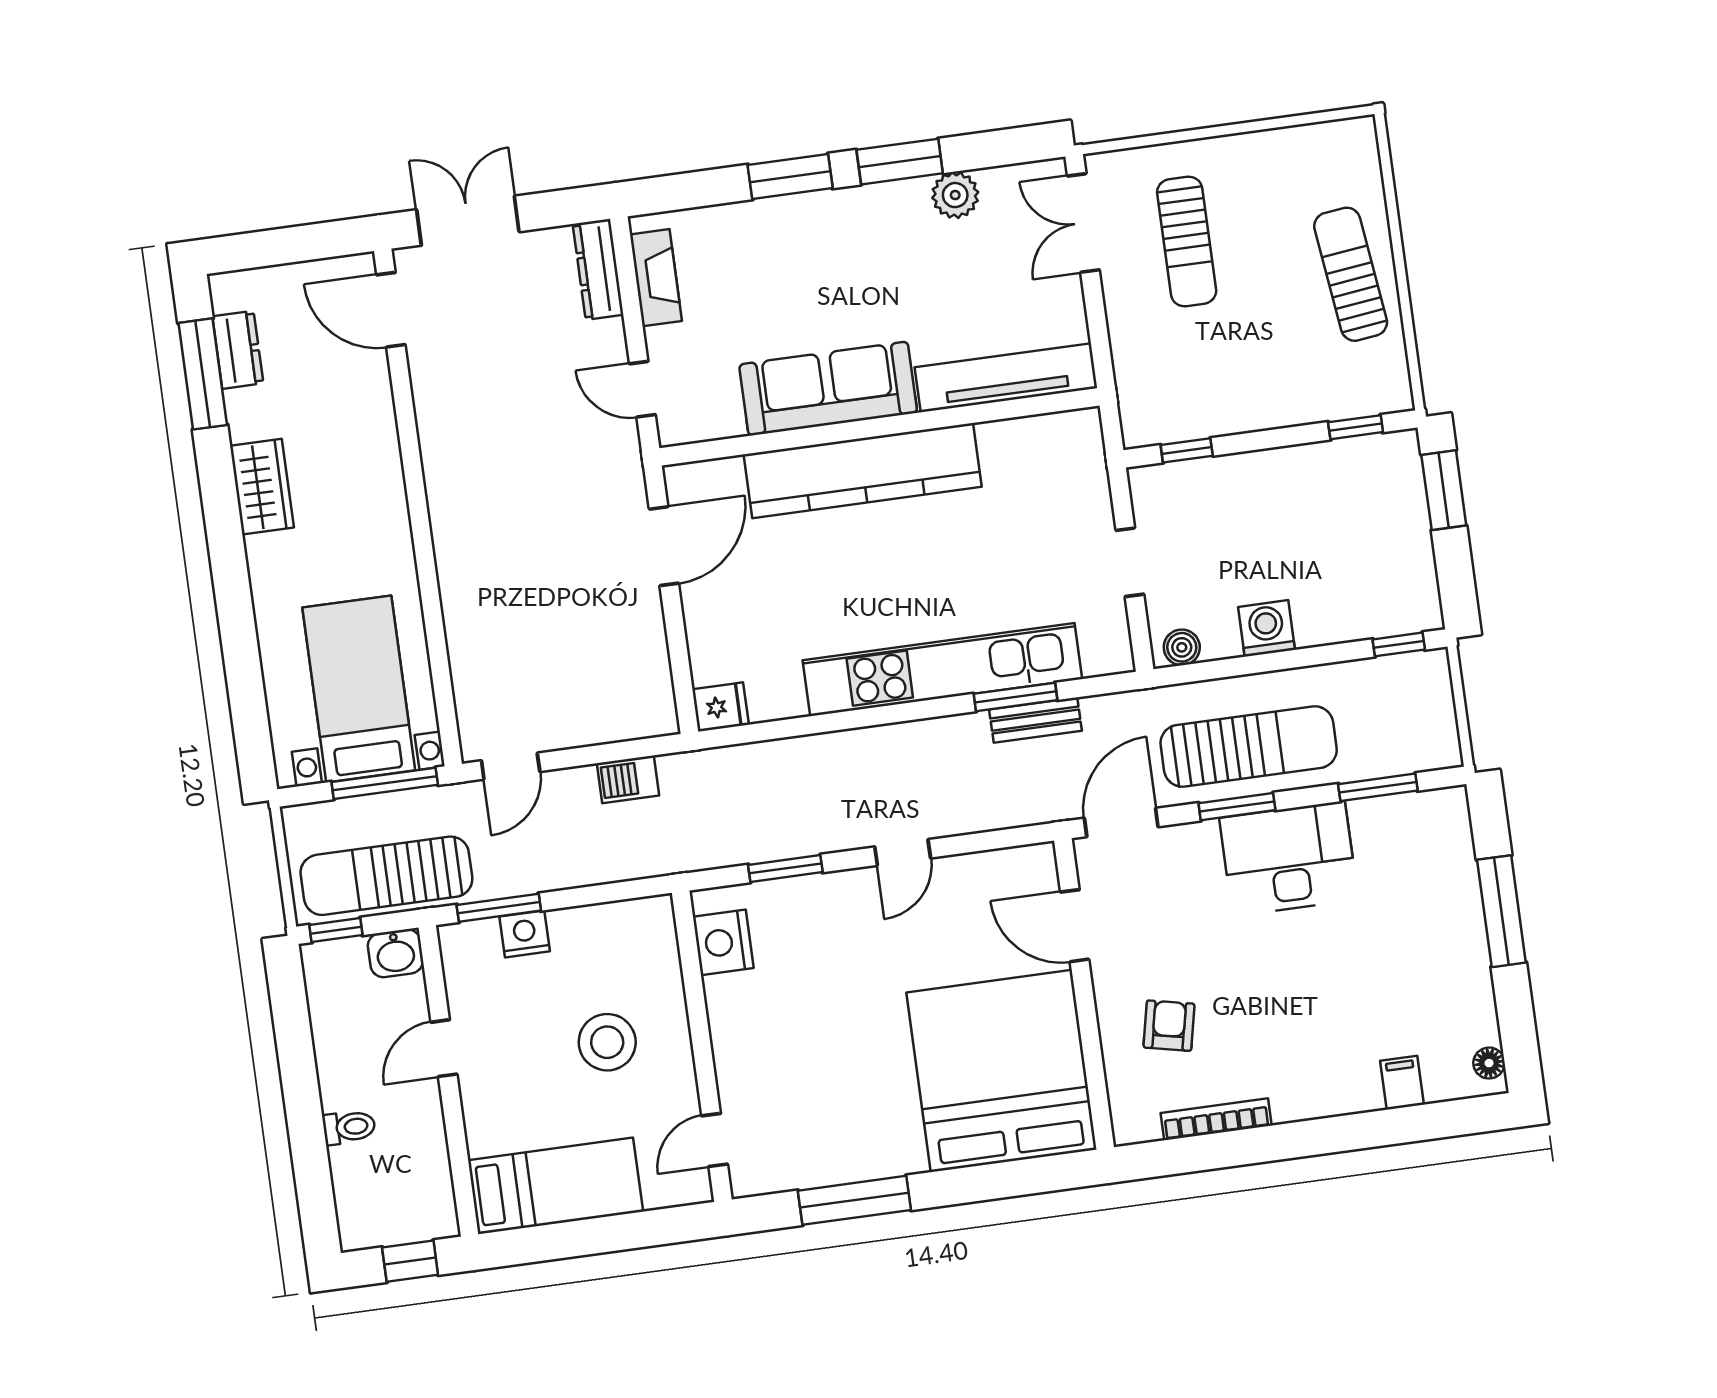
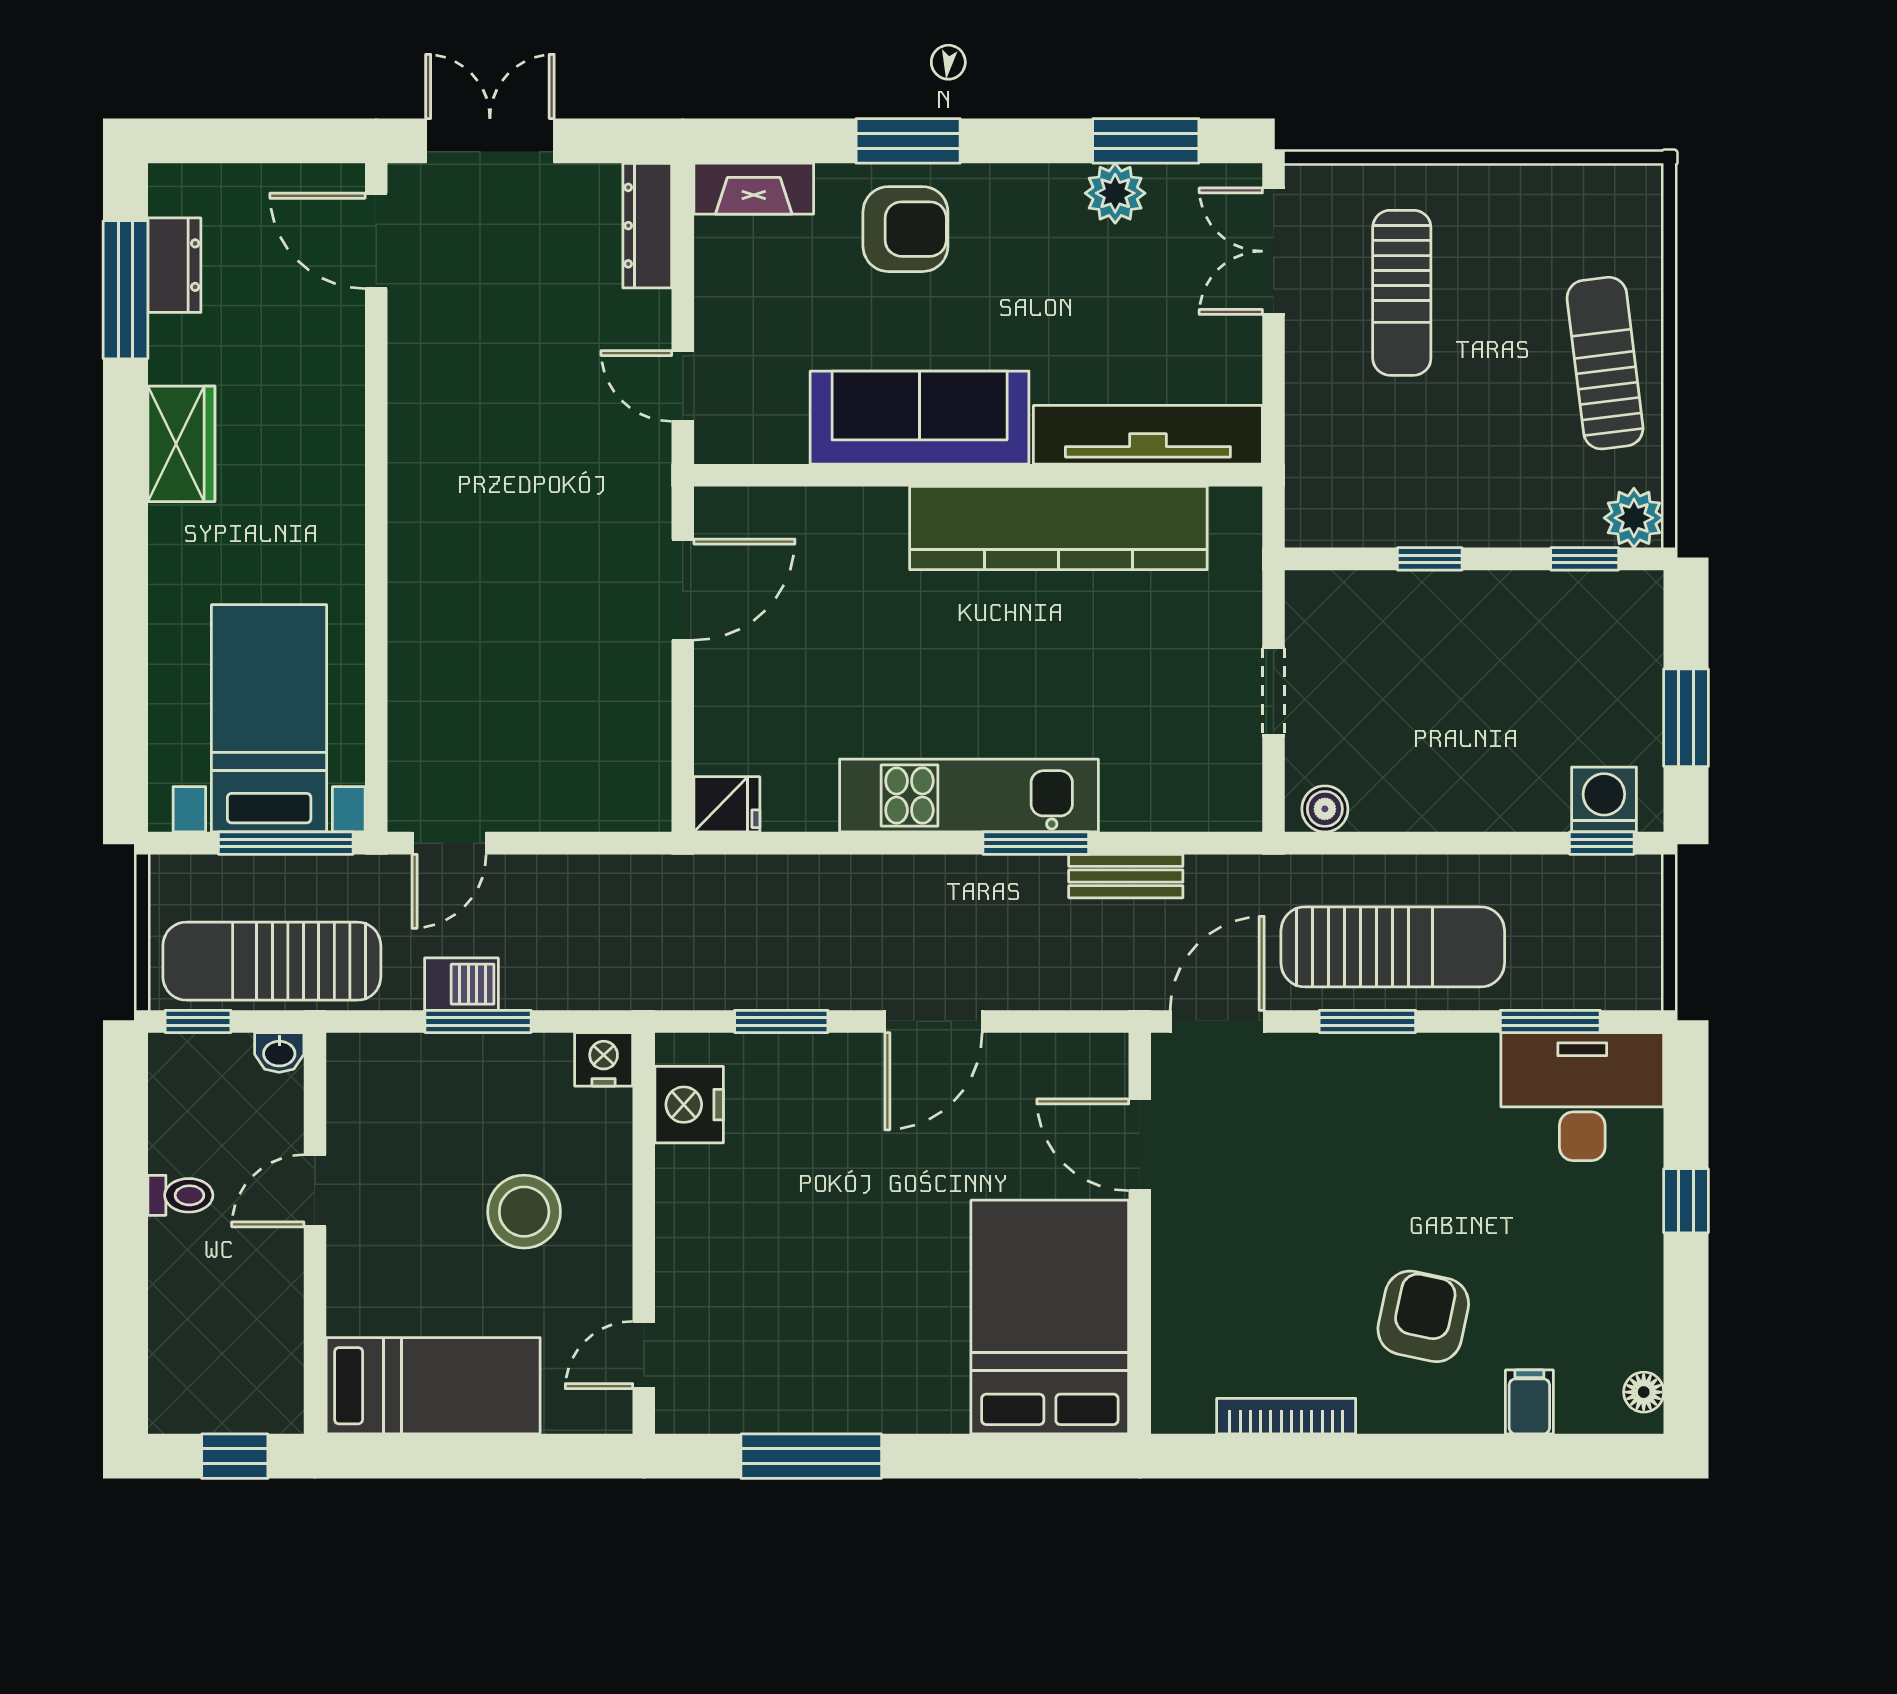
window: (900, 162) -> (1146, 141), moved
armchair: (797, 245) -> (905, 229), added
fireplace: (656, 278) -> (754, 189), moved, turned 90
plant: (1389, 390) -> (1634, 518), added
window: (1187, 450) -> (1430, 559), moved
kitchen counter: (863, 471) -> (1058, 528), moved
window: (1444, 490) -> (1686, 718), moved
washing machine: (1266, 628) -> (1604, 800), moved
kitchen unit: (942, 670) -> (969, 796), width x0.73
window: (1016, 697) -> (1036, 843), moved
barbecue: (628, 779) -> (461, 984), moved, turned 180
door: (903, 852) -> (933, 1021), width x1.38
desk: (1289, 859) -> (1582, 1097), moved
window: (499, 908) -> (478, 1021), moved
window: (1501, 911) -> (1686, 1201), width x0.46
nightstand: (525, 934) -> (604, 1059), moved
washbasin: (395, 953) -> (279, 1052), width x0.72, depth x0.69
armchair: (1169, 1026) -> (1423, 1316), moved, width x1.38, depth x1.38
bed: (1001, 1071) -> (1050, 1317), width x0.73
toilet: (349, 1127) -> (180, 1195), moved

